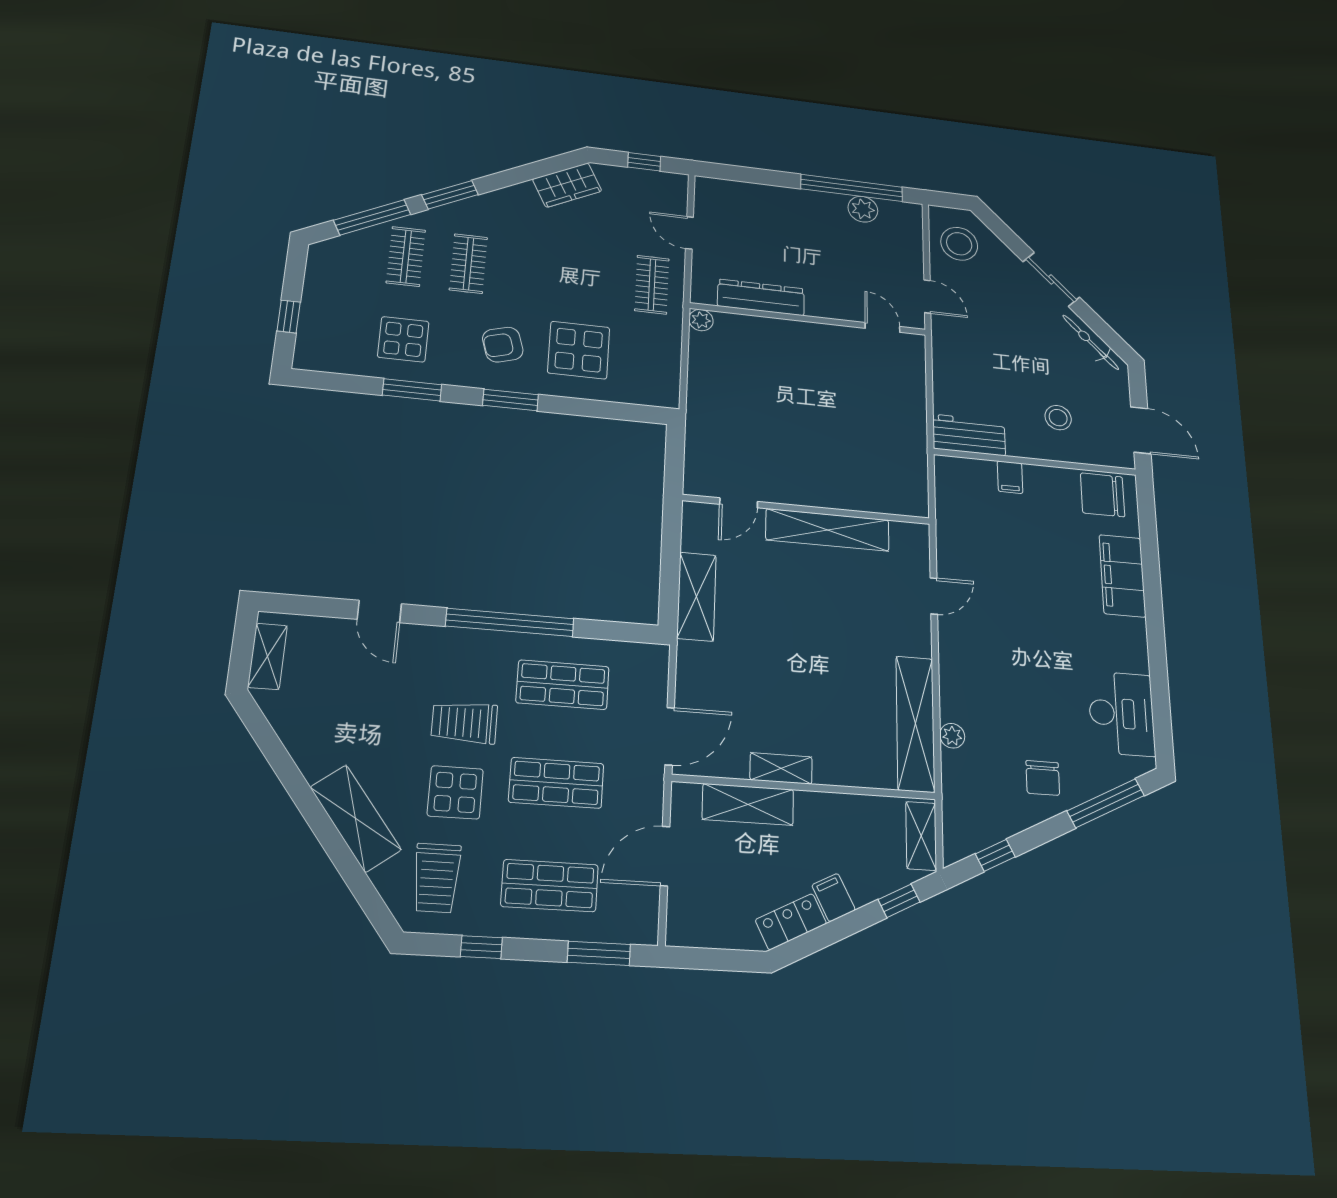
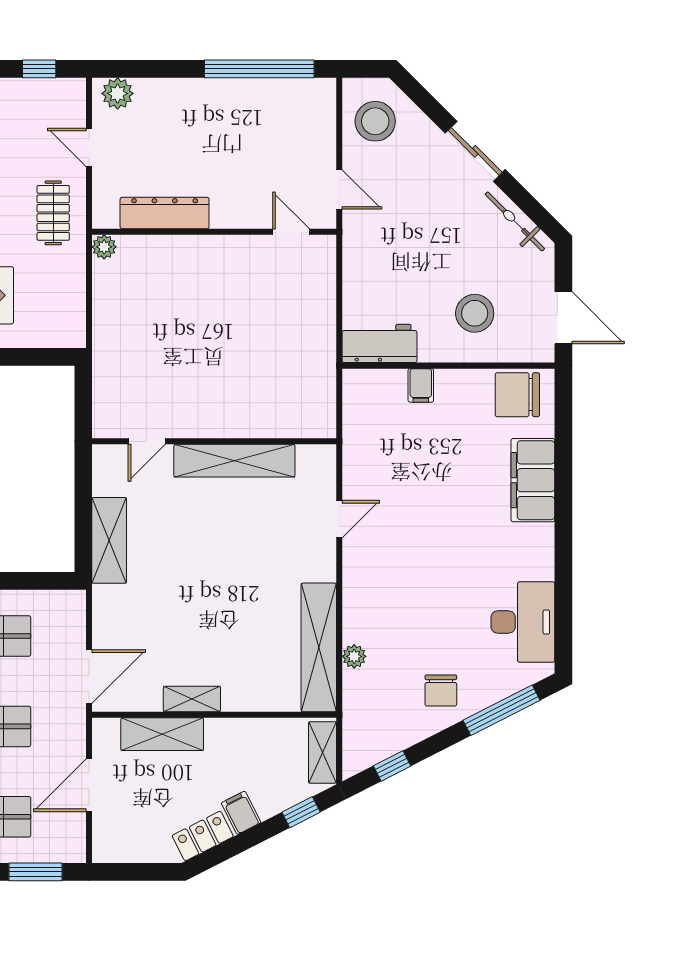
plant: (863, 209) -> (118, 93), moved
stool: (1058, 418) -> (475, 313), width x1.38, depth x1.38

